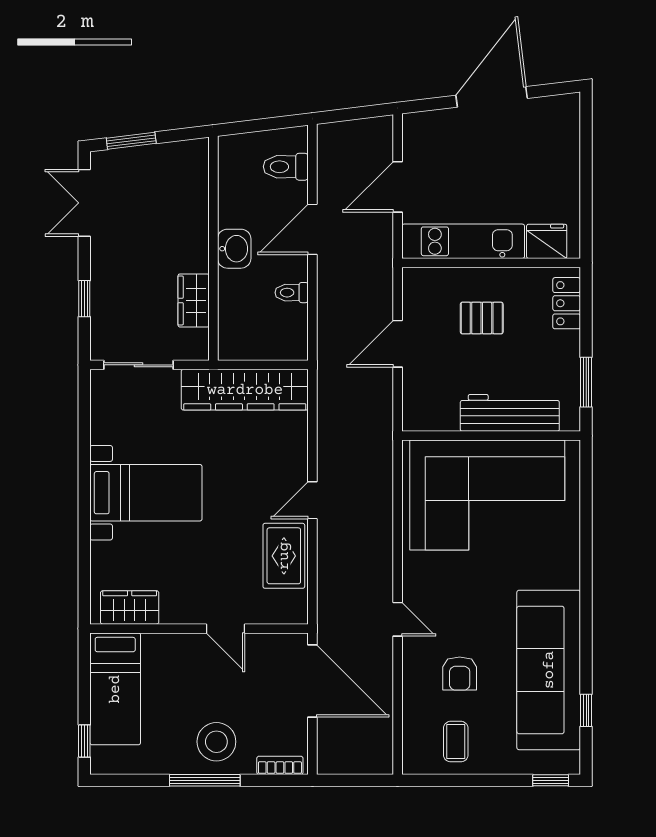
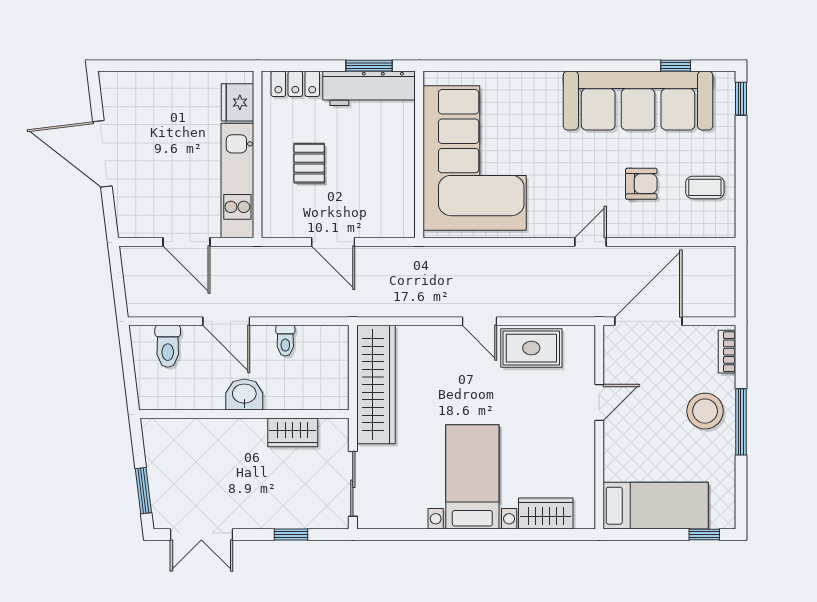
workbench: (510, 413) -> (369, 88), moved, turned -90
wardrobe: (130, 607) -> (546, 513), moved, turned 90

